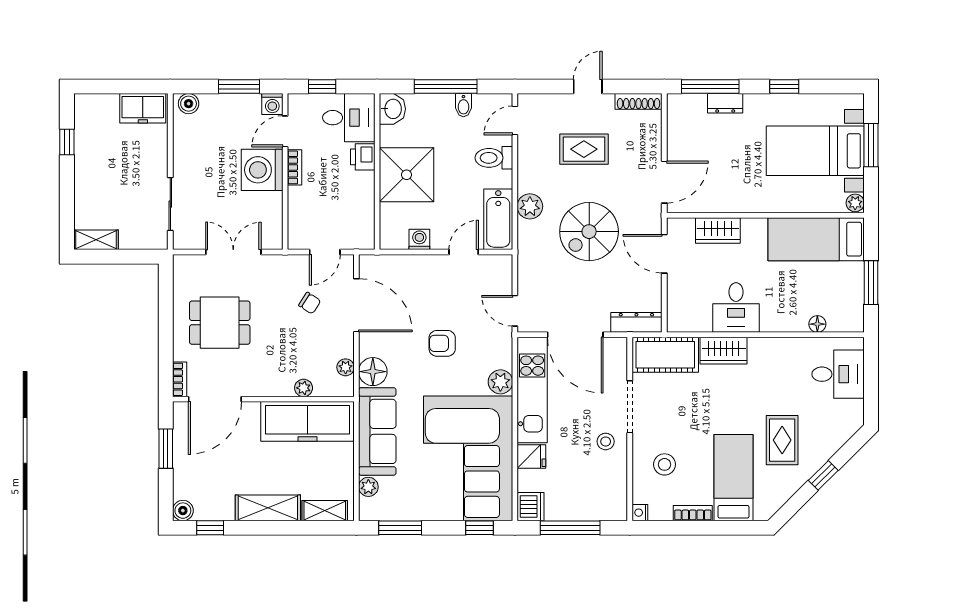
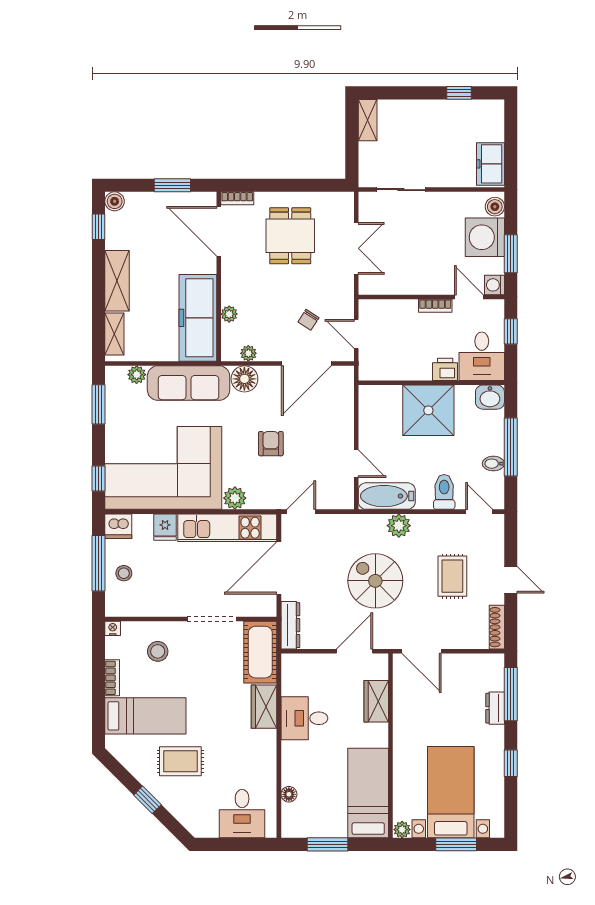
washing machine: (262, 170) -> (485, 237), moved, turned -90
washing machine: (419, 239) -> (368, 422), removed
stool: (606, 441) -> (124, 573), moved

